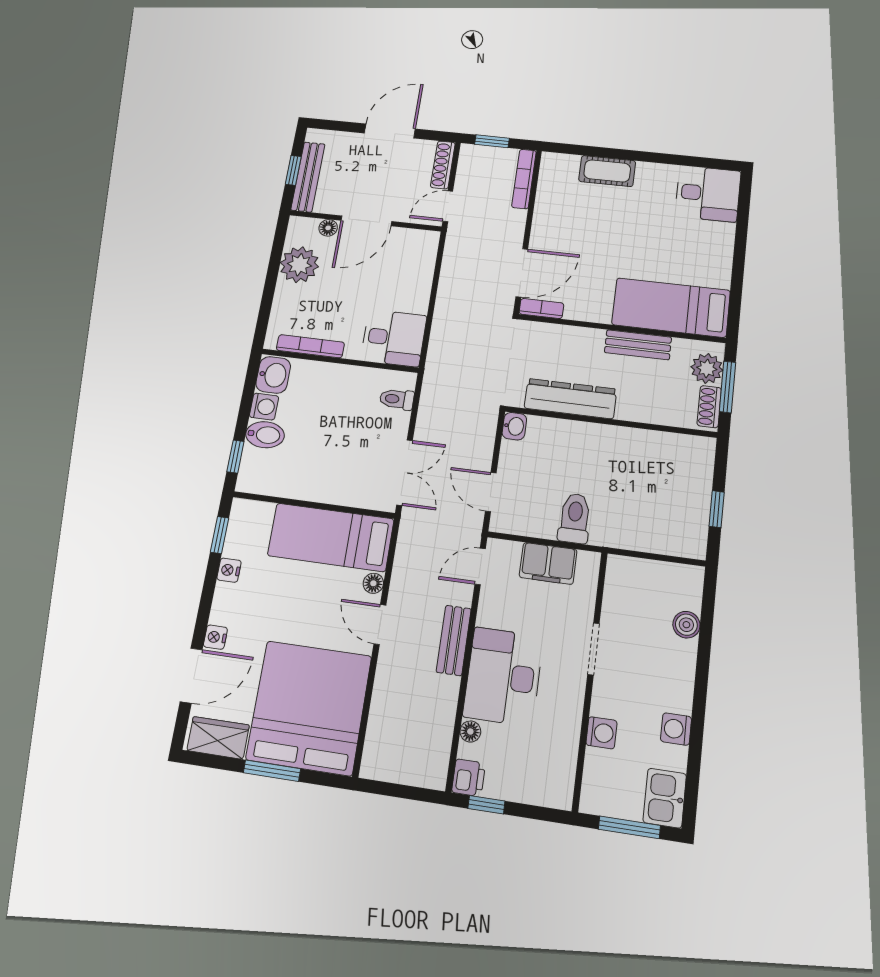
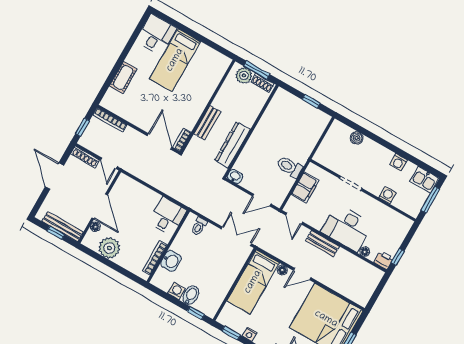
bed: (671, 307) -> (175, 60), moved
bench: (638, 345) -> (207, 123), moved
washbasin: (273, 375) -> (171, 261), moved, turned 90

